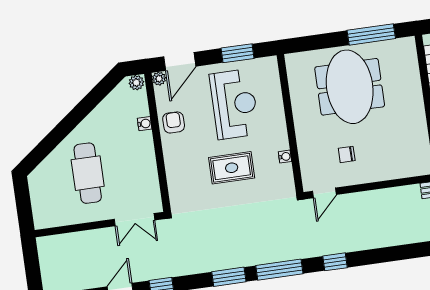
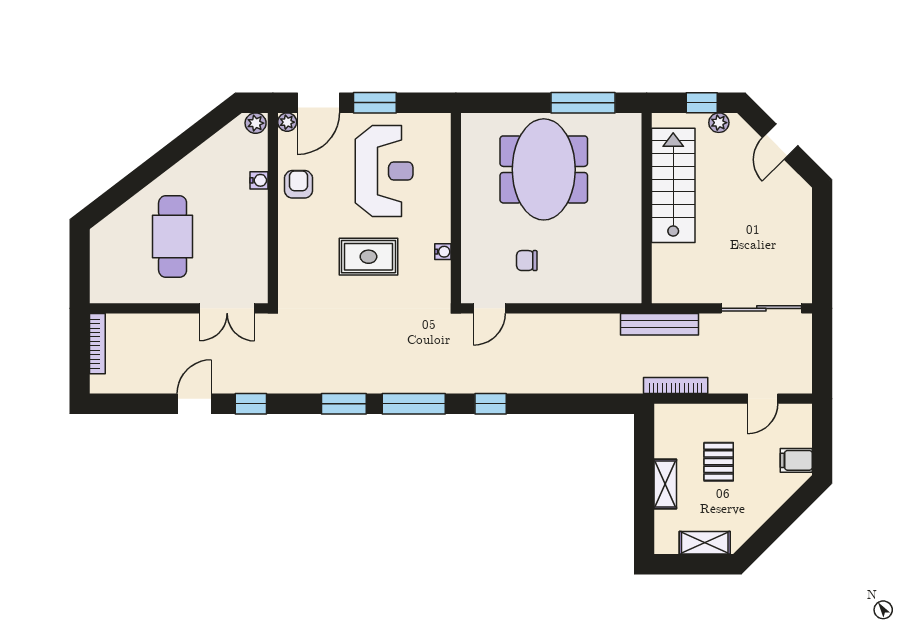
window: (237, 53) -> (375, 103), moved
bookcase: (44, 258) -> (97, 344), added

